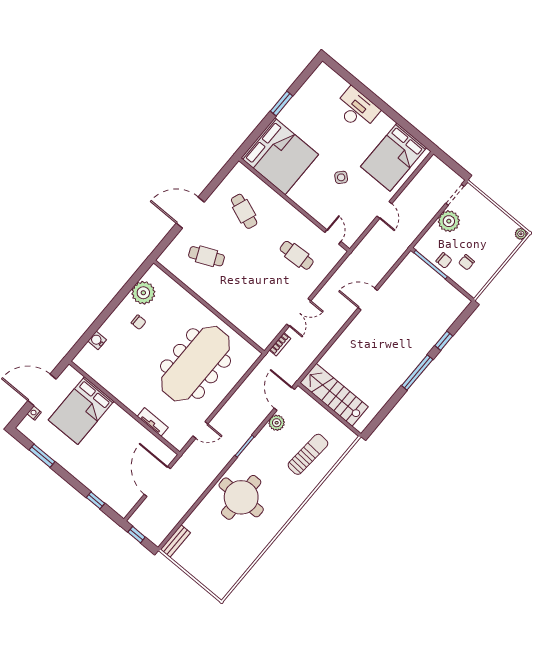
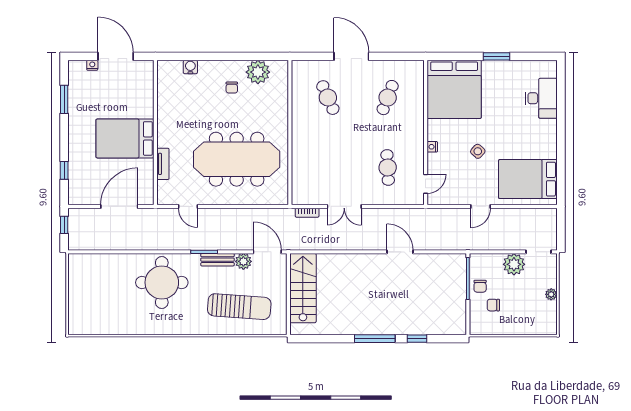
desk: (357, 109) -> (541, 98), moved
nightstand: (309, 209) -> (432, 147), added
plant: (521, 234) -> (551, 294), moved
door: (284, 399) -> (267, 252), hinge flipped
bed: (81, 411) -> (125, 138), moved
sun lounger: (308, 454) -> (239, 307), width x1.36, depth x1.34
bench: (175, 541) -> (217, 260), moved

